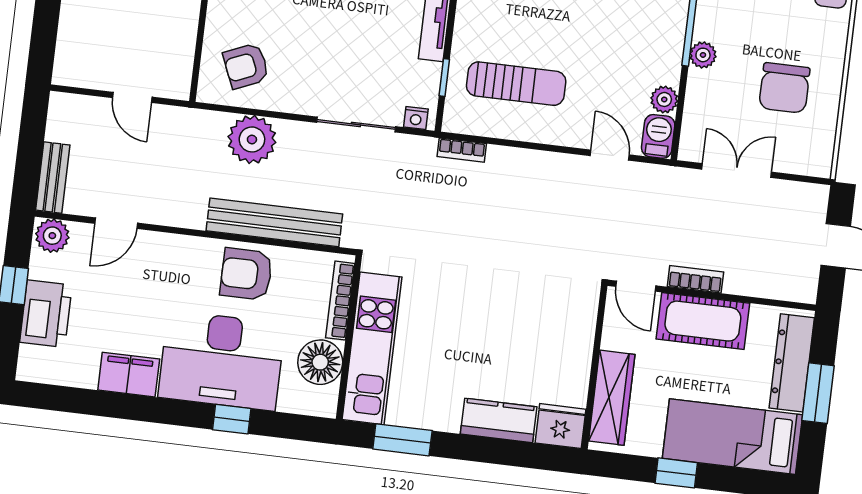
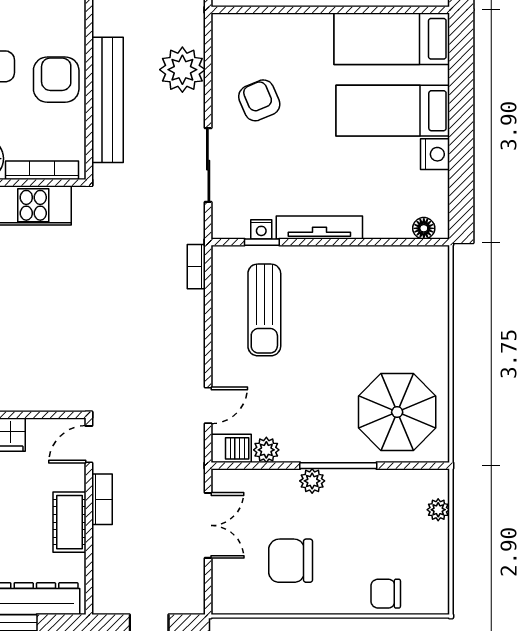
armchair: (246, 66) -> (259, 100), moved
nightstand: (416, 118) -> (261, 229), moved, turned -90
cot: (703, 321) -> (69, 522), width x0.73, depth x0.75

